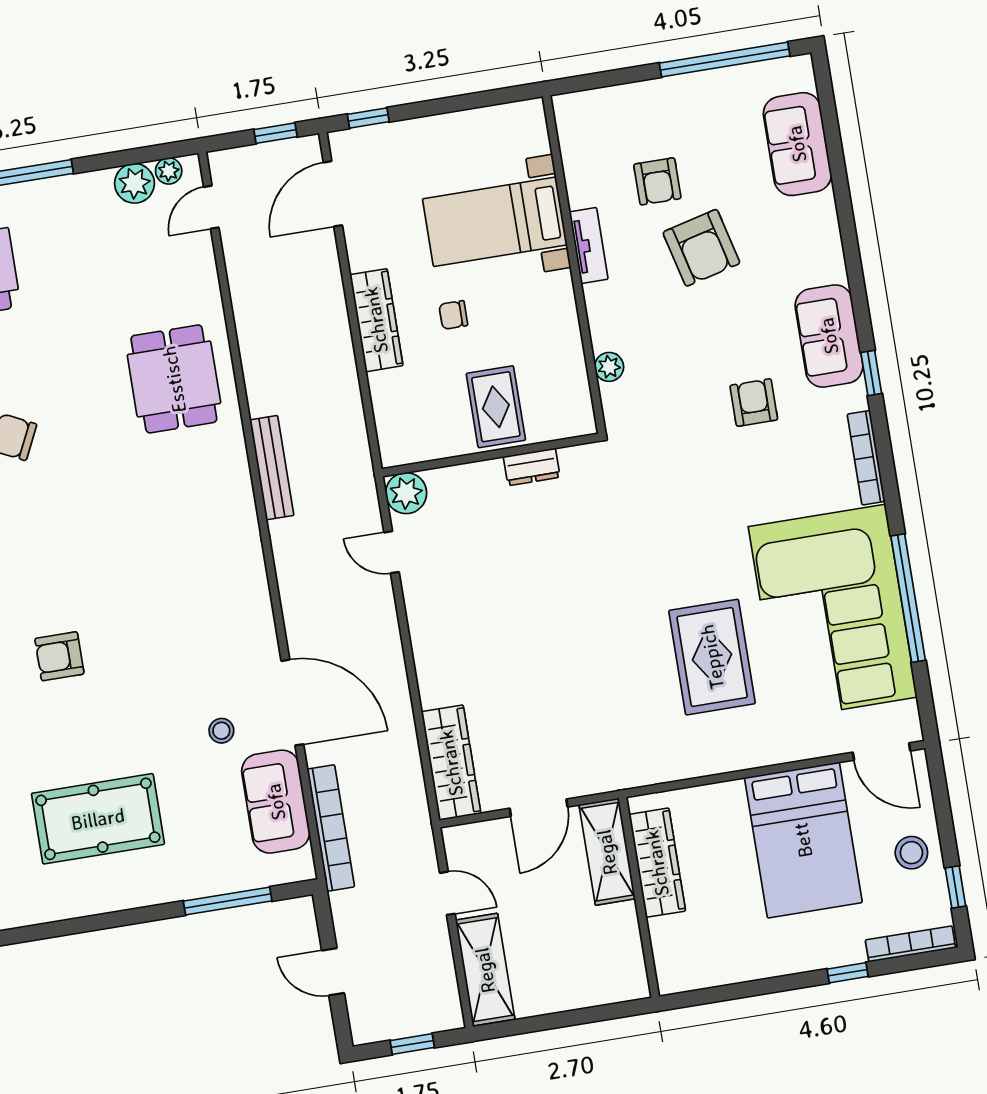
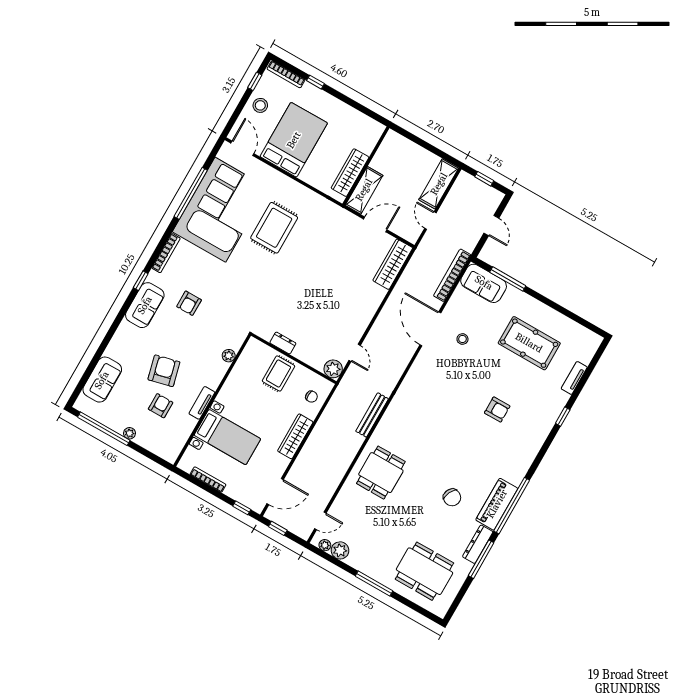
plant: (673, 88) -> (129, 433), added
bookcase: (468, 119) -> (208, 480), added
chair: (453, 315) -> (311, 397), moved
sofa: (276, 802) -> (484, 283), moved, turned 90

